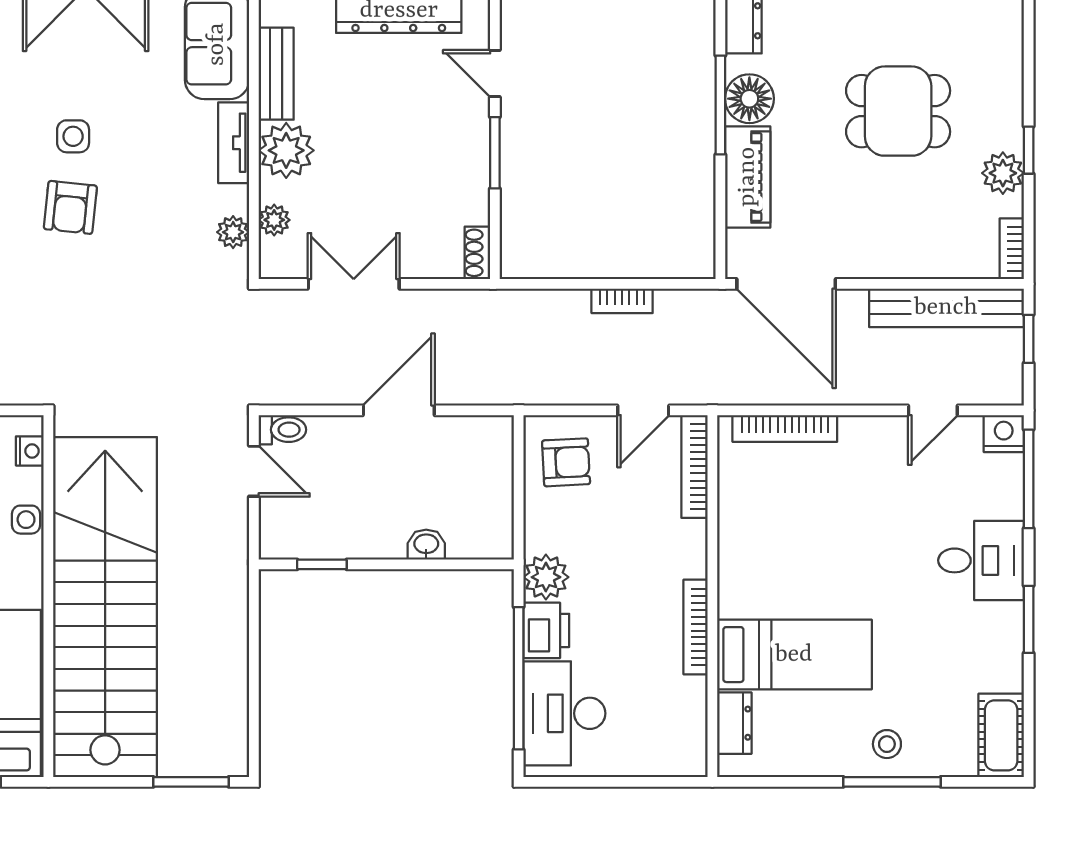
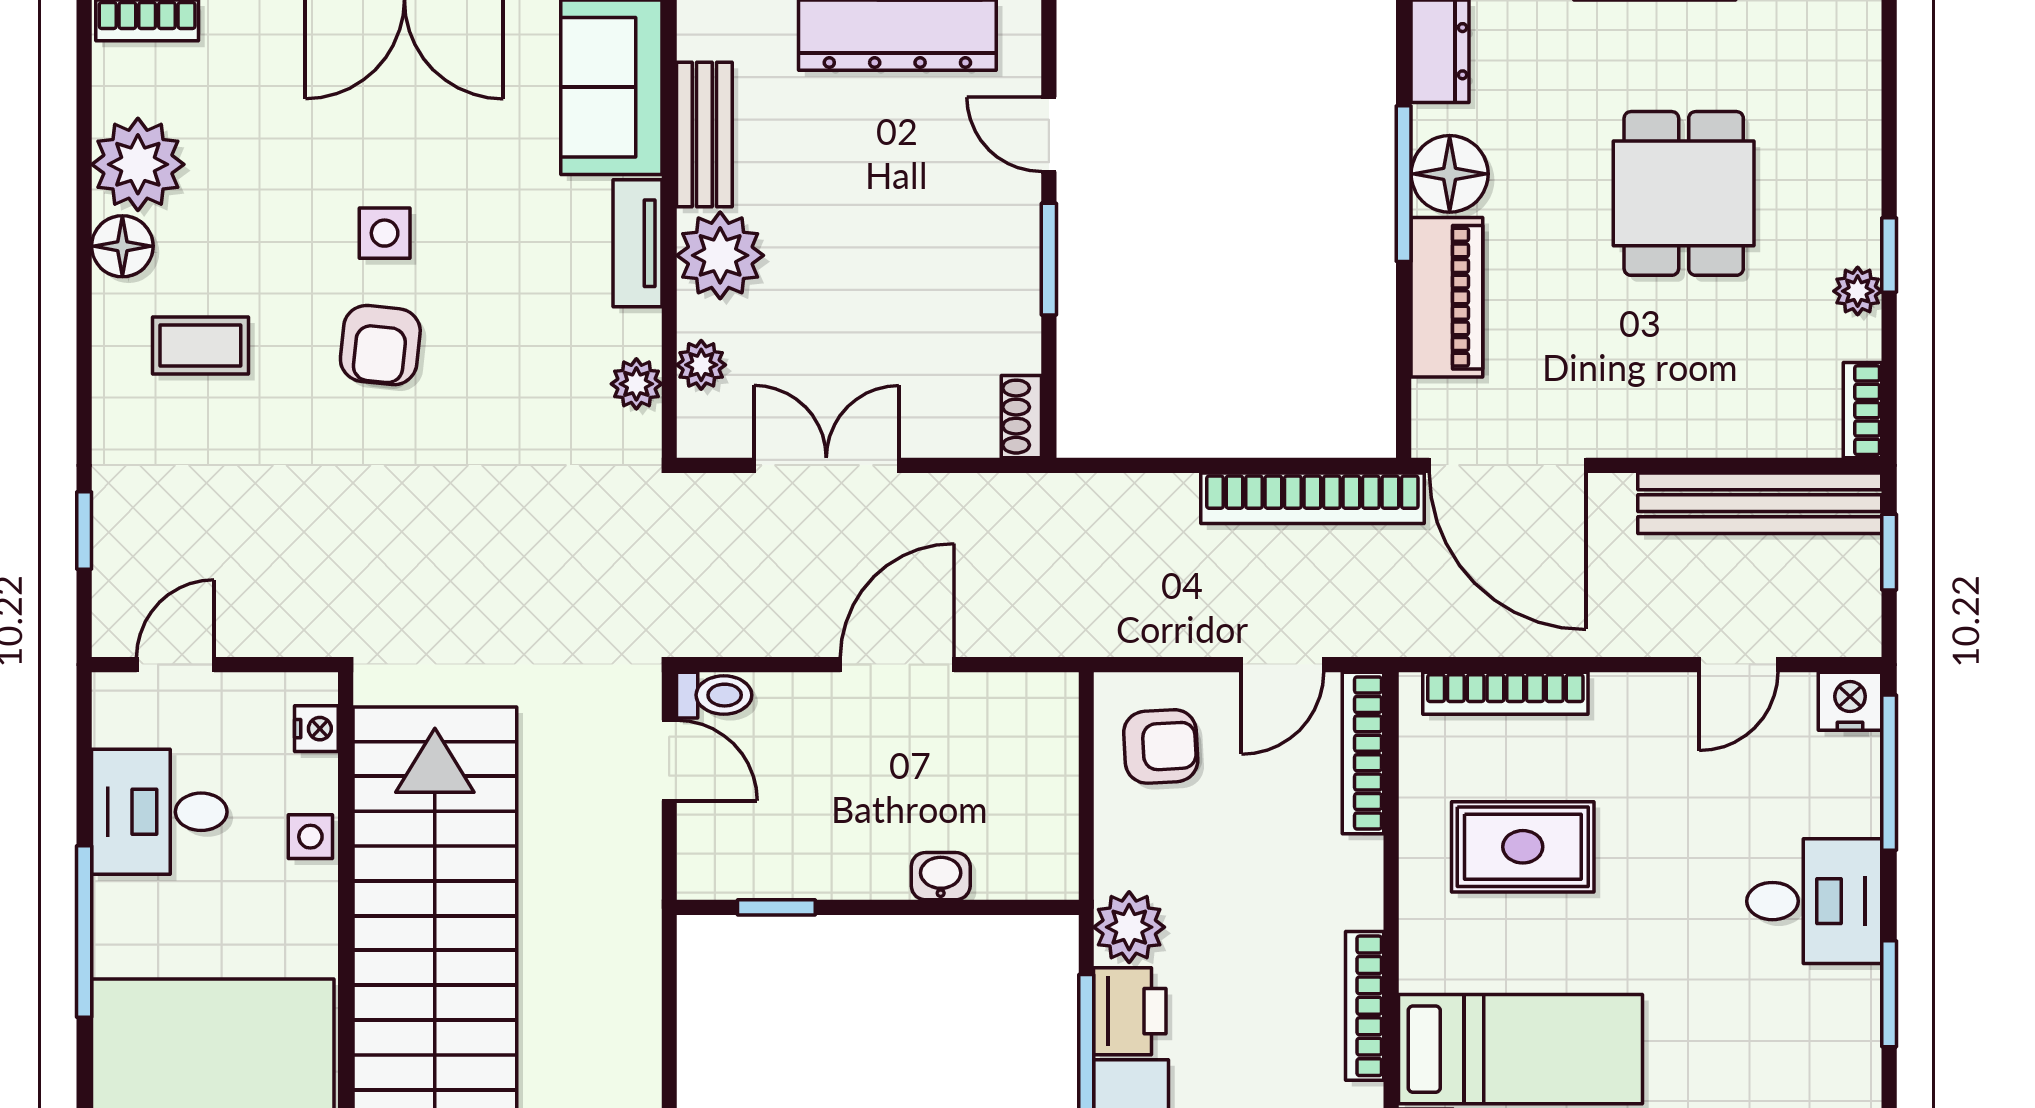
dining table: (898, 111) -> (1684, 193), turned 90
plant: (1003, 173) -> (1858, 291), width x0.73, depth x0.73
bookcase: (622, 301) -> (1312, 498), width x2.31, depth x1.31
rug: (796, 526) -> (1523, 847), added

